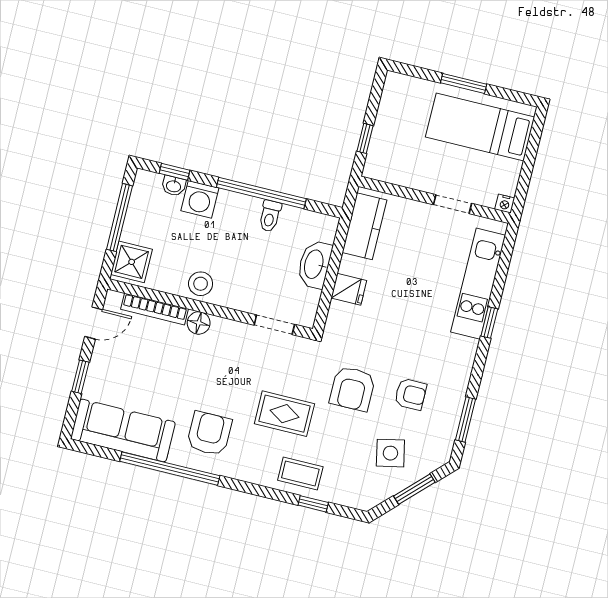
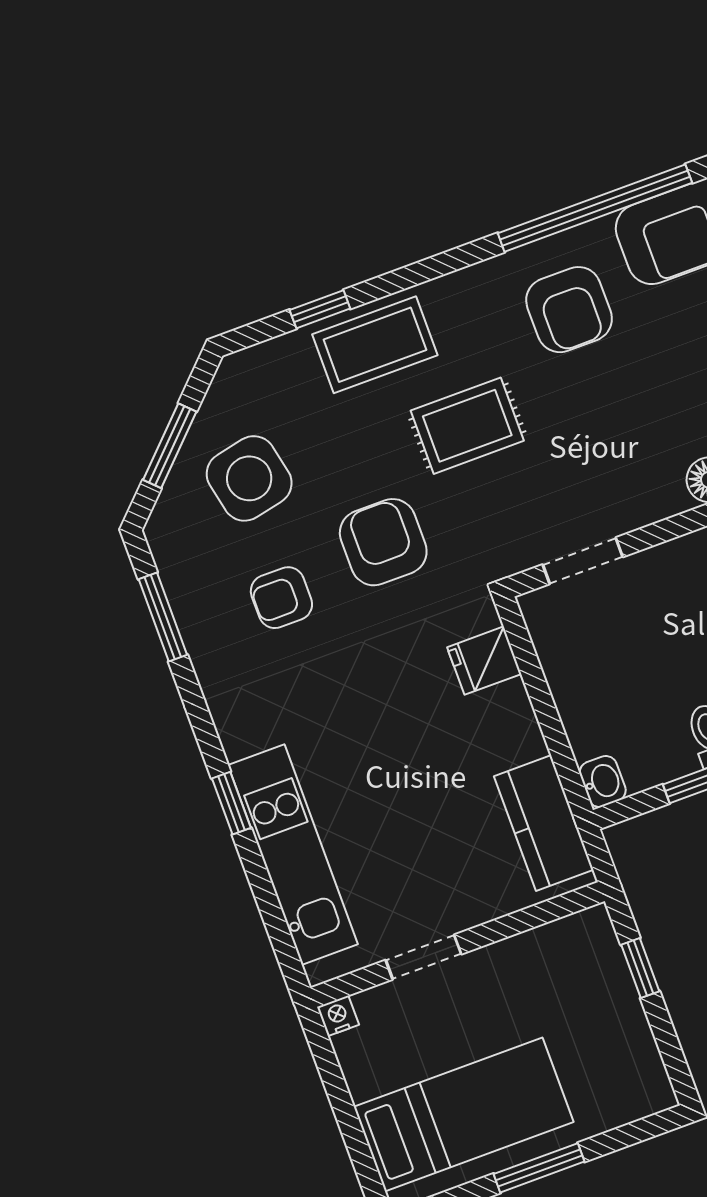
washbasin: (315, 264) -> (603, 781), moved, width x0.52, depth x0.69
fridge: (349, 289) -> (484, 661), moved
side table: (390, 453) -> (249, 478), width x1.37, depth x1.37
coffee table: (300, 473) -> (375, 345), width x1.36, depth x1.30

